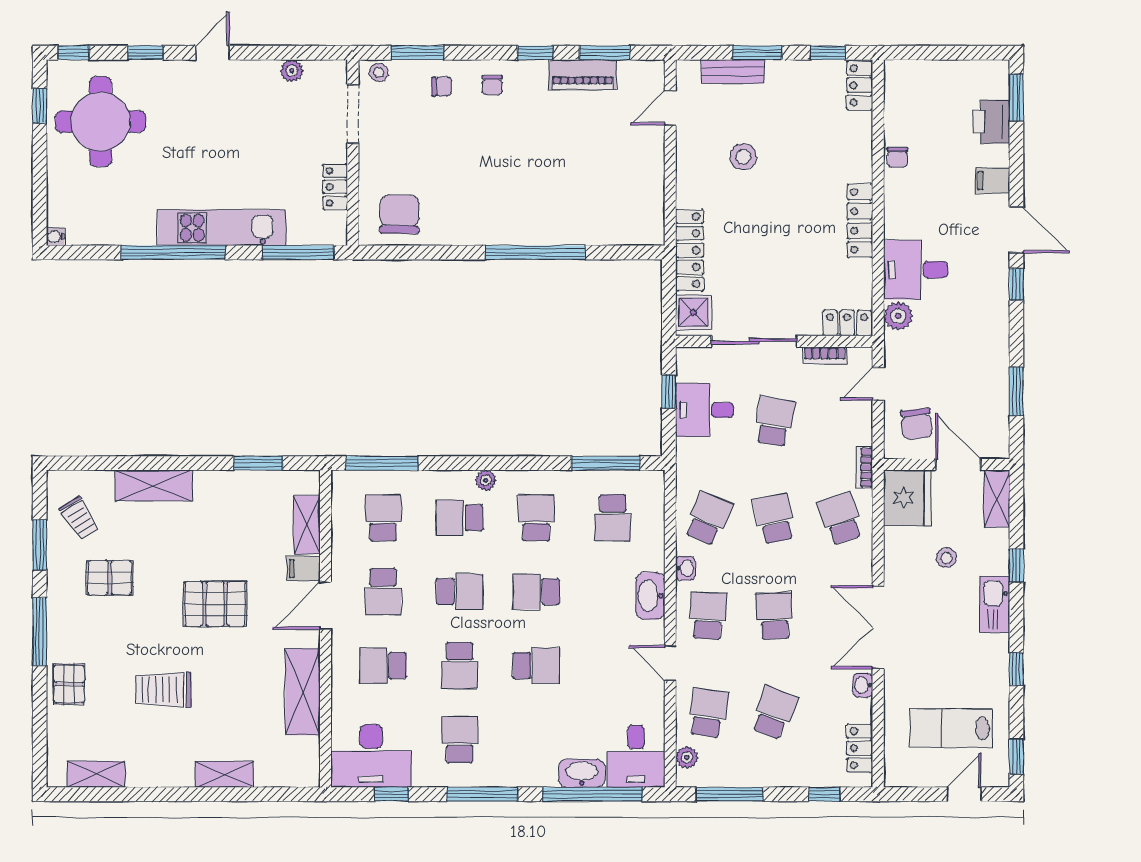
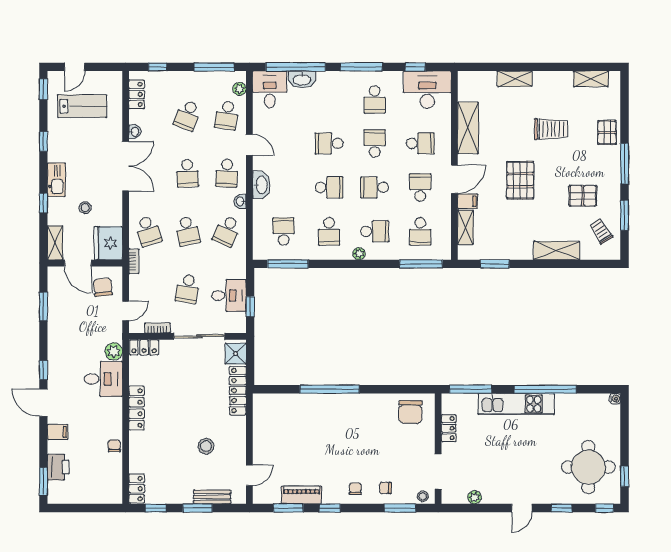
pallet: (215, 604) -> (520, 180), turned 90

